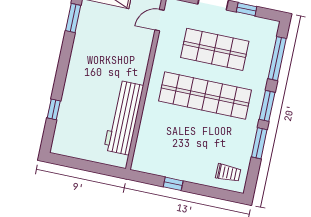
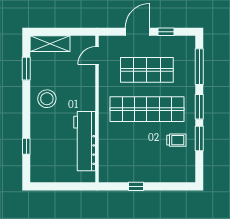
stool: (90, 59) -> (47, 99), added
trolley: (228, 173) -> (176, 140), moved

